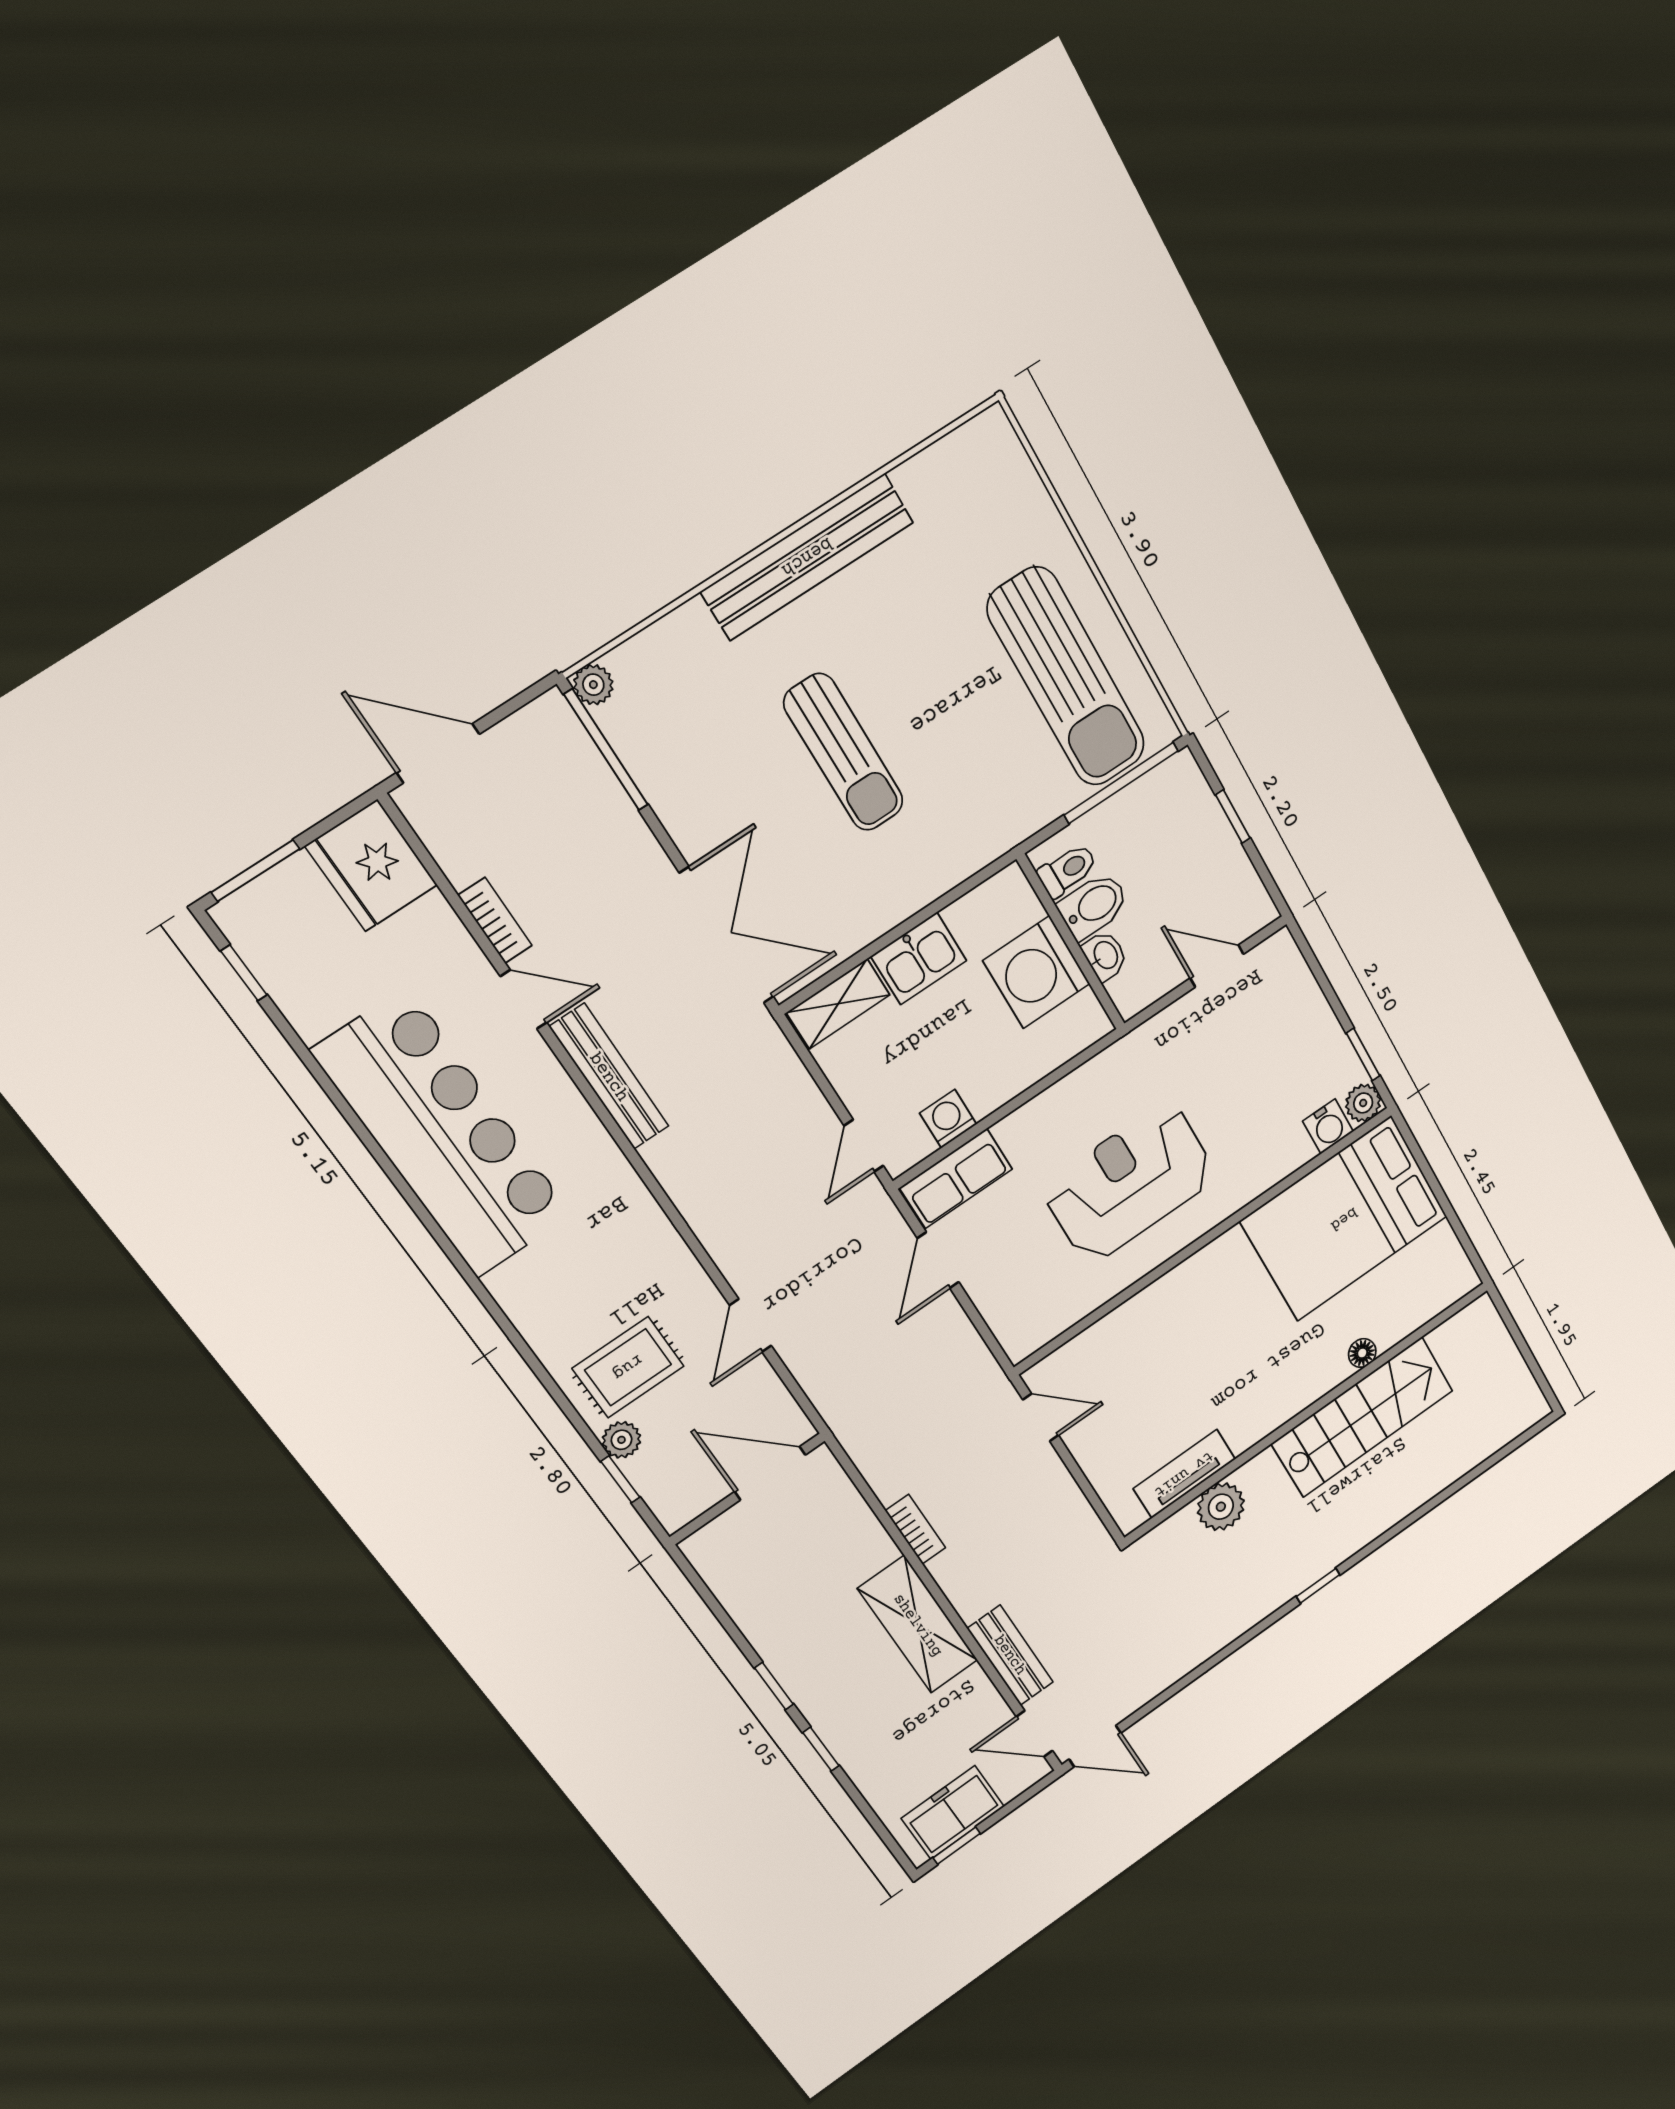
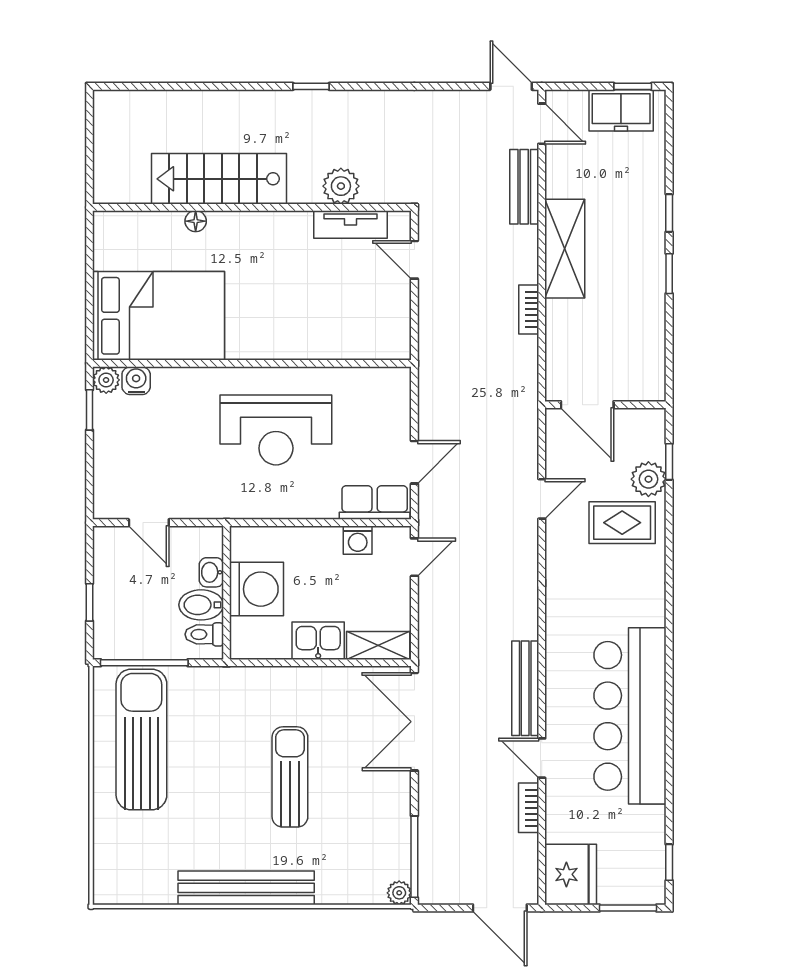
door: (1041, 1418) -> (414, 260), moved
plant: (621, 1440) -> (648, 479), width x1.38, depth x1.38

